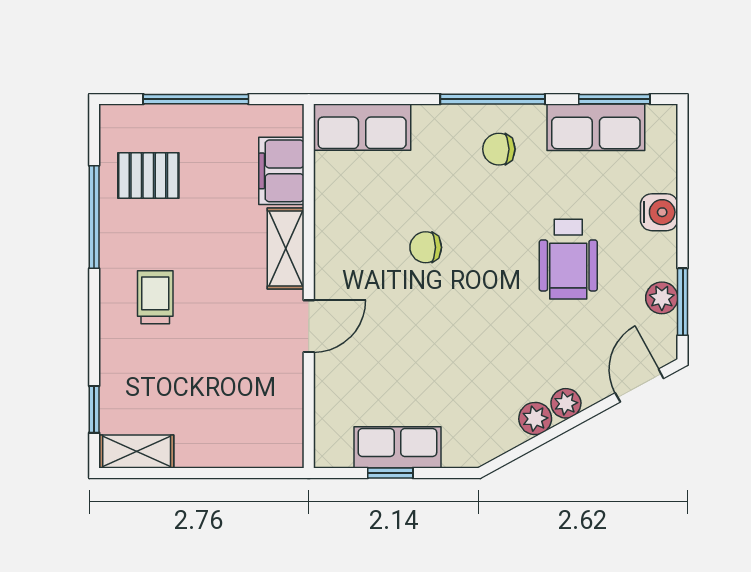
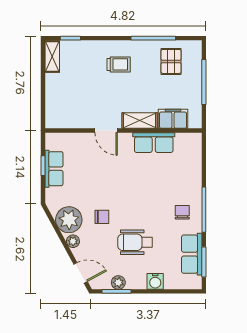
row of seats: (362, 127) -> (154, 143), moved, turned -90
chair: (426, 247) -> (102, 217), moved, turned 90
plant: (535, 418) -> (69, 220), width x1.88, depth x1.88

